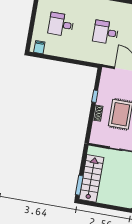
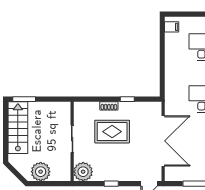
stairs: (91, 178) -> (18, 128), moved, turned -90

